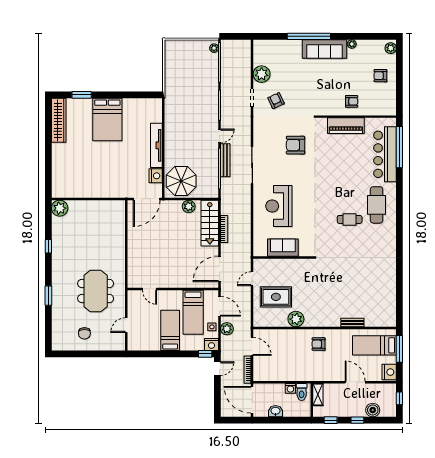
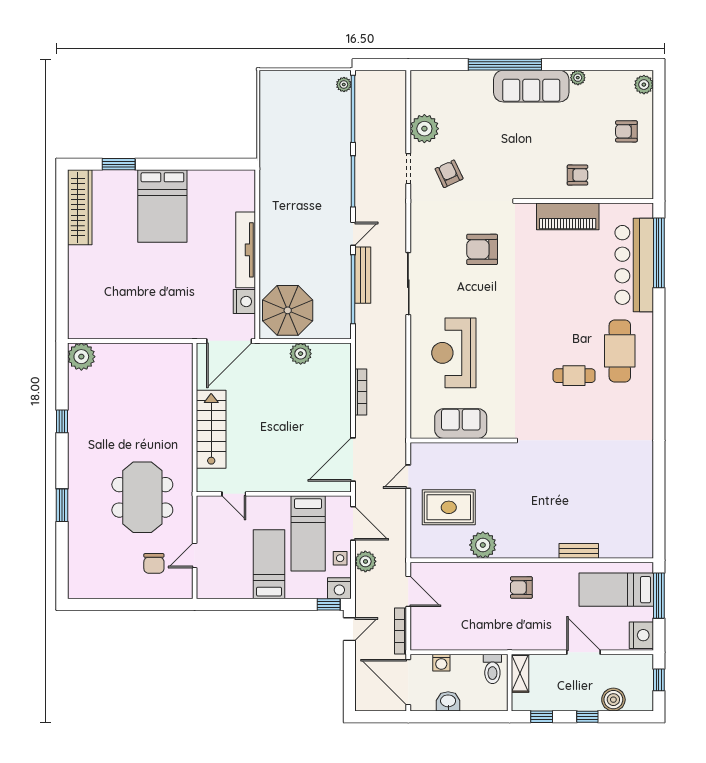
stairs: (210, 223) -> (211, 429), moved, turned 180
chair: (84, 333) -> (154, 563), moved
washing machine: (290, 388) -> (441, 663), moved

